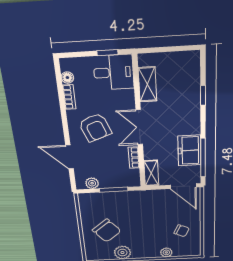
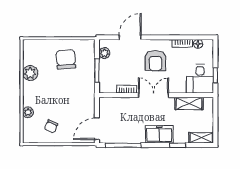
armchair: (95, 128) -> (155, 61), turned -69
freezer: (189, 150) -> (159, 134), moved
shelving: (151, 173) -> (201, 138), moved
chair: (107, 231) -> (66, 59), moved, turned 125

